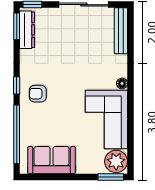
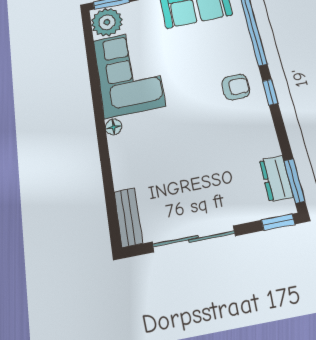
dresser: (27, 30) -> (276, 179), width x0.70
bench: (121, 31) -> (128, 217), width x0.73

